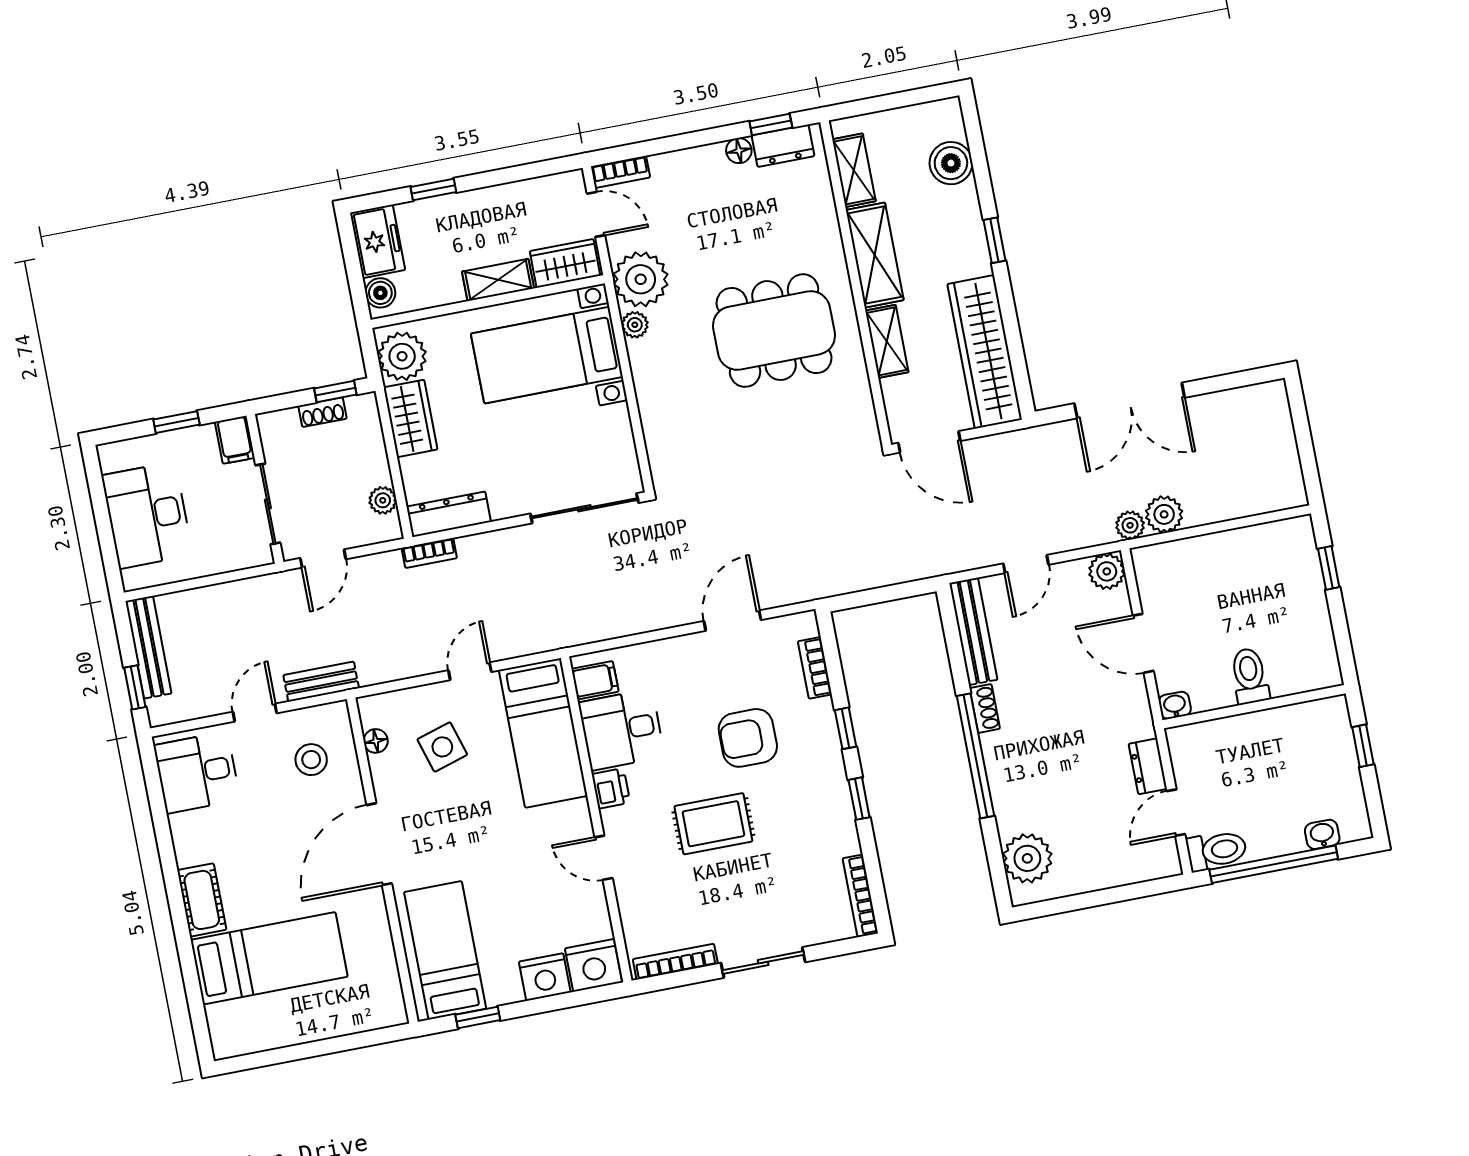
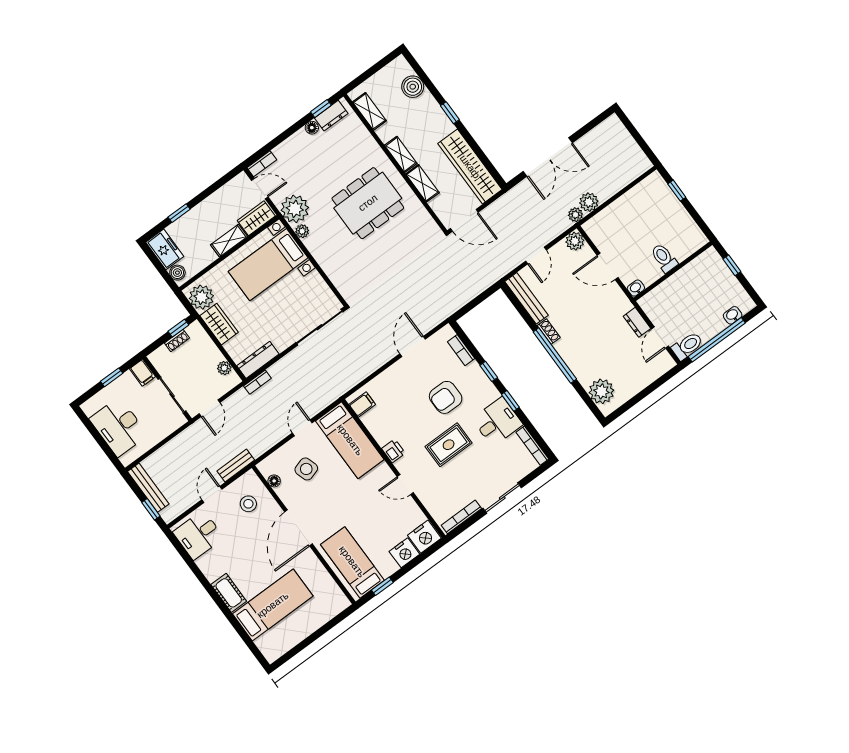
shelving: (875, 255) -> (401, 154), width x0.67, depth x0.75
desk: (622, 730) -> (497, 422), moved, turned 180

